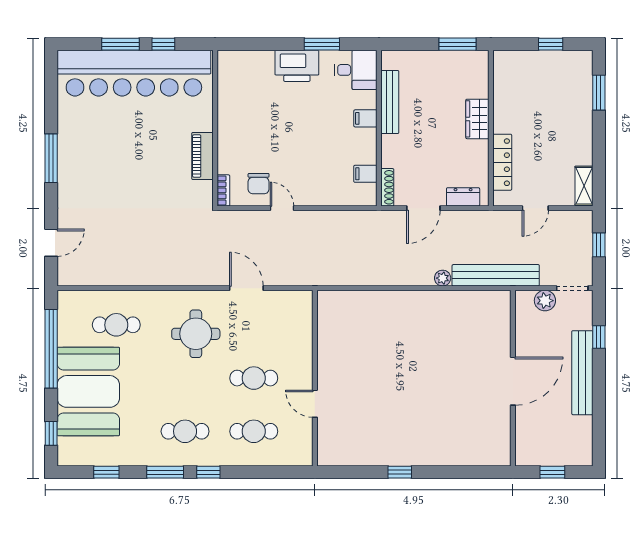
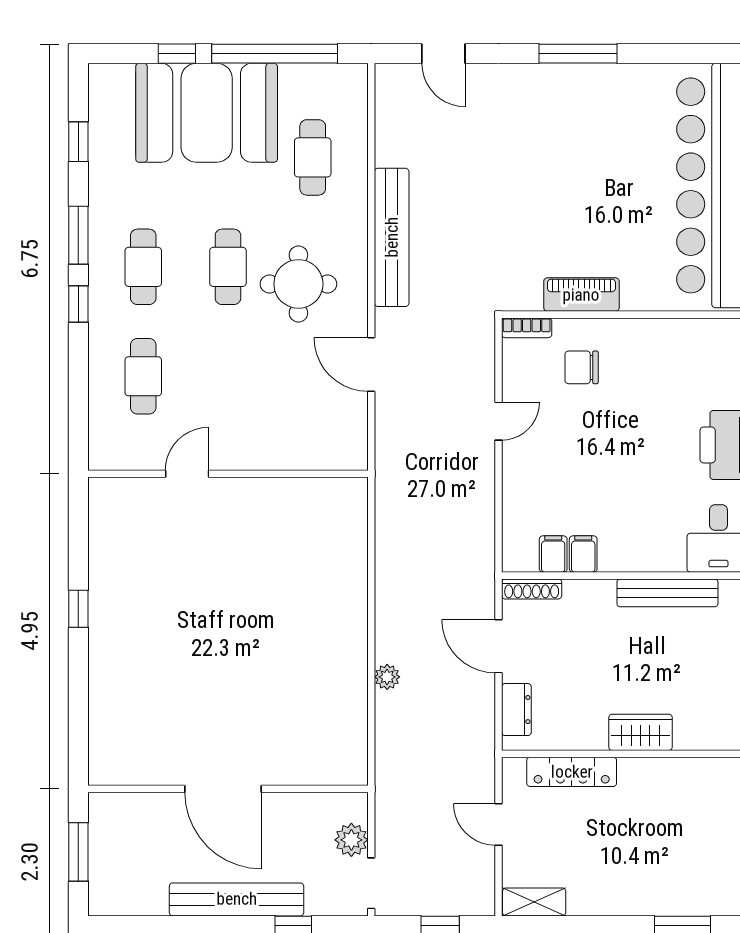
filing cabinet: (365, 118) -> (583, 554), moved
chair: (259, 184) -> (582, 367), moved
bench: (496, 275) -> (392, 237), moved
door: (246, 288) -> (371, 365), swing flipped
cafe table: (254, 378) -> (228, 267), moved
window: (51, 433) -> (177, 54), moved
window: (552, 472) -> (78, 852), width x1.50

